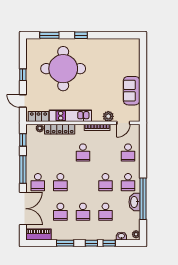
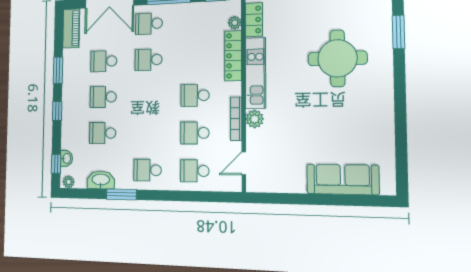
window: (81, 35) -> (400, 88), removed
round table: (63, 69) -> (337, 58), width x0.73, depth x0.73
sofa: (132, 91) -> (343, 179), moved, width x1.36
plant: (108, 116) -> (255, 119), moved
door: (123, 123) -> (244, 163), hinge flipped
school desk: (105, 182) -> (195, 133), moved
window: (143, 199) -> (121, 194), width x0.47
washbasin: (134, 202) -> (101, 180), moved
window: (109, 243) -> (56, 164), moved

